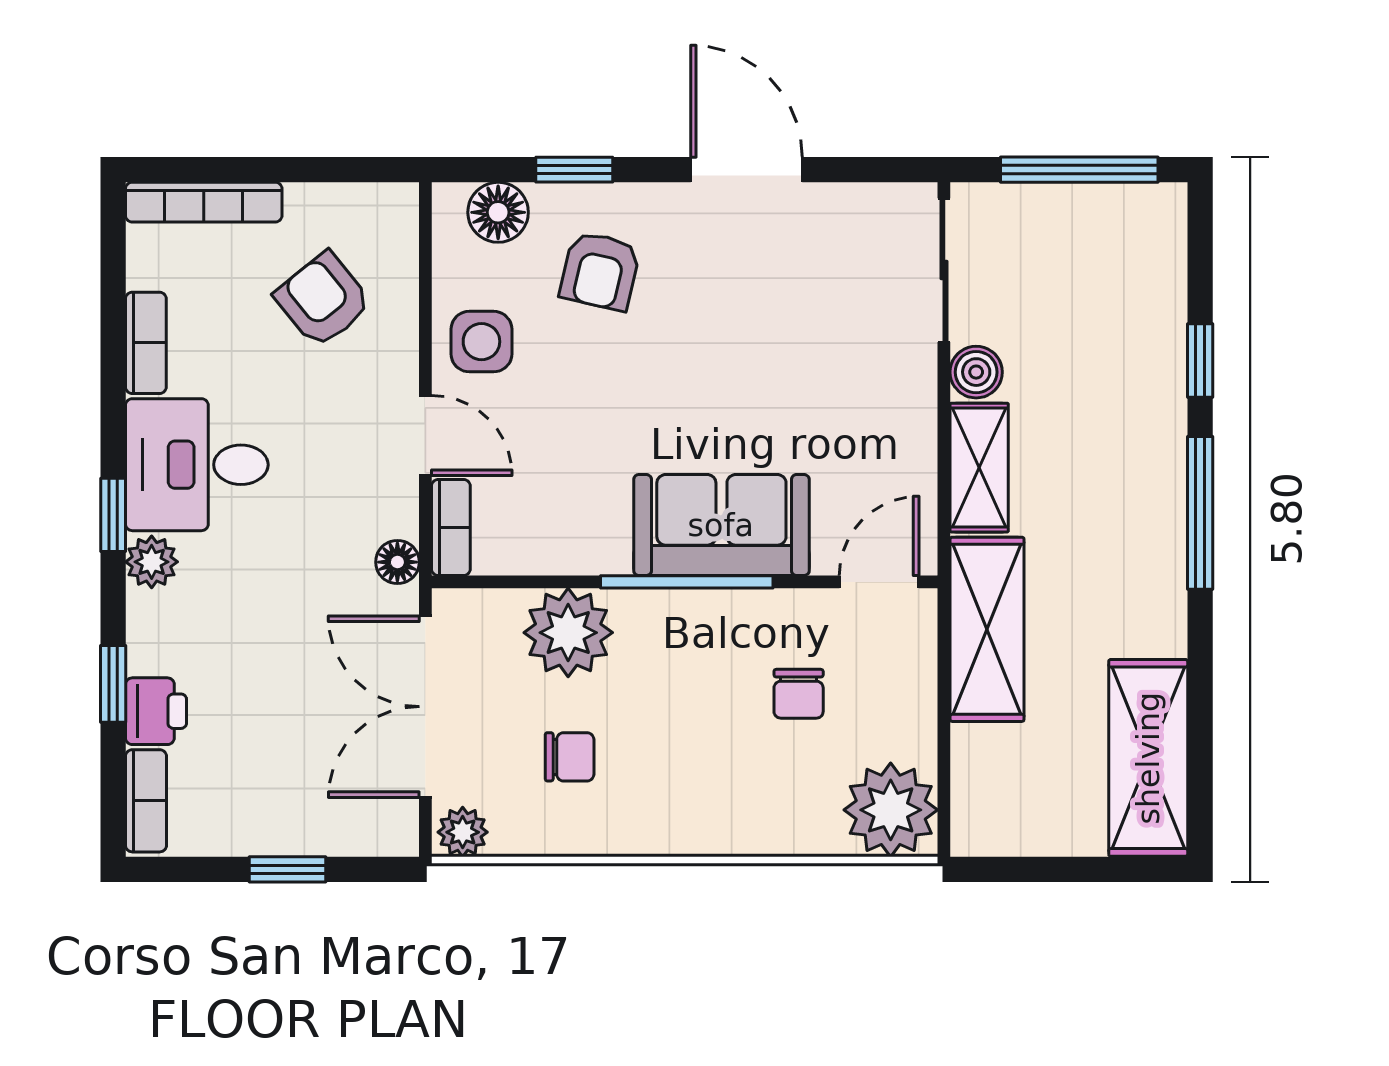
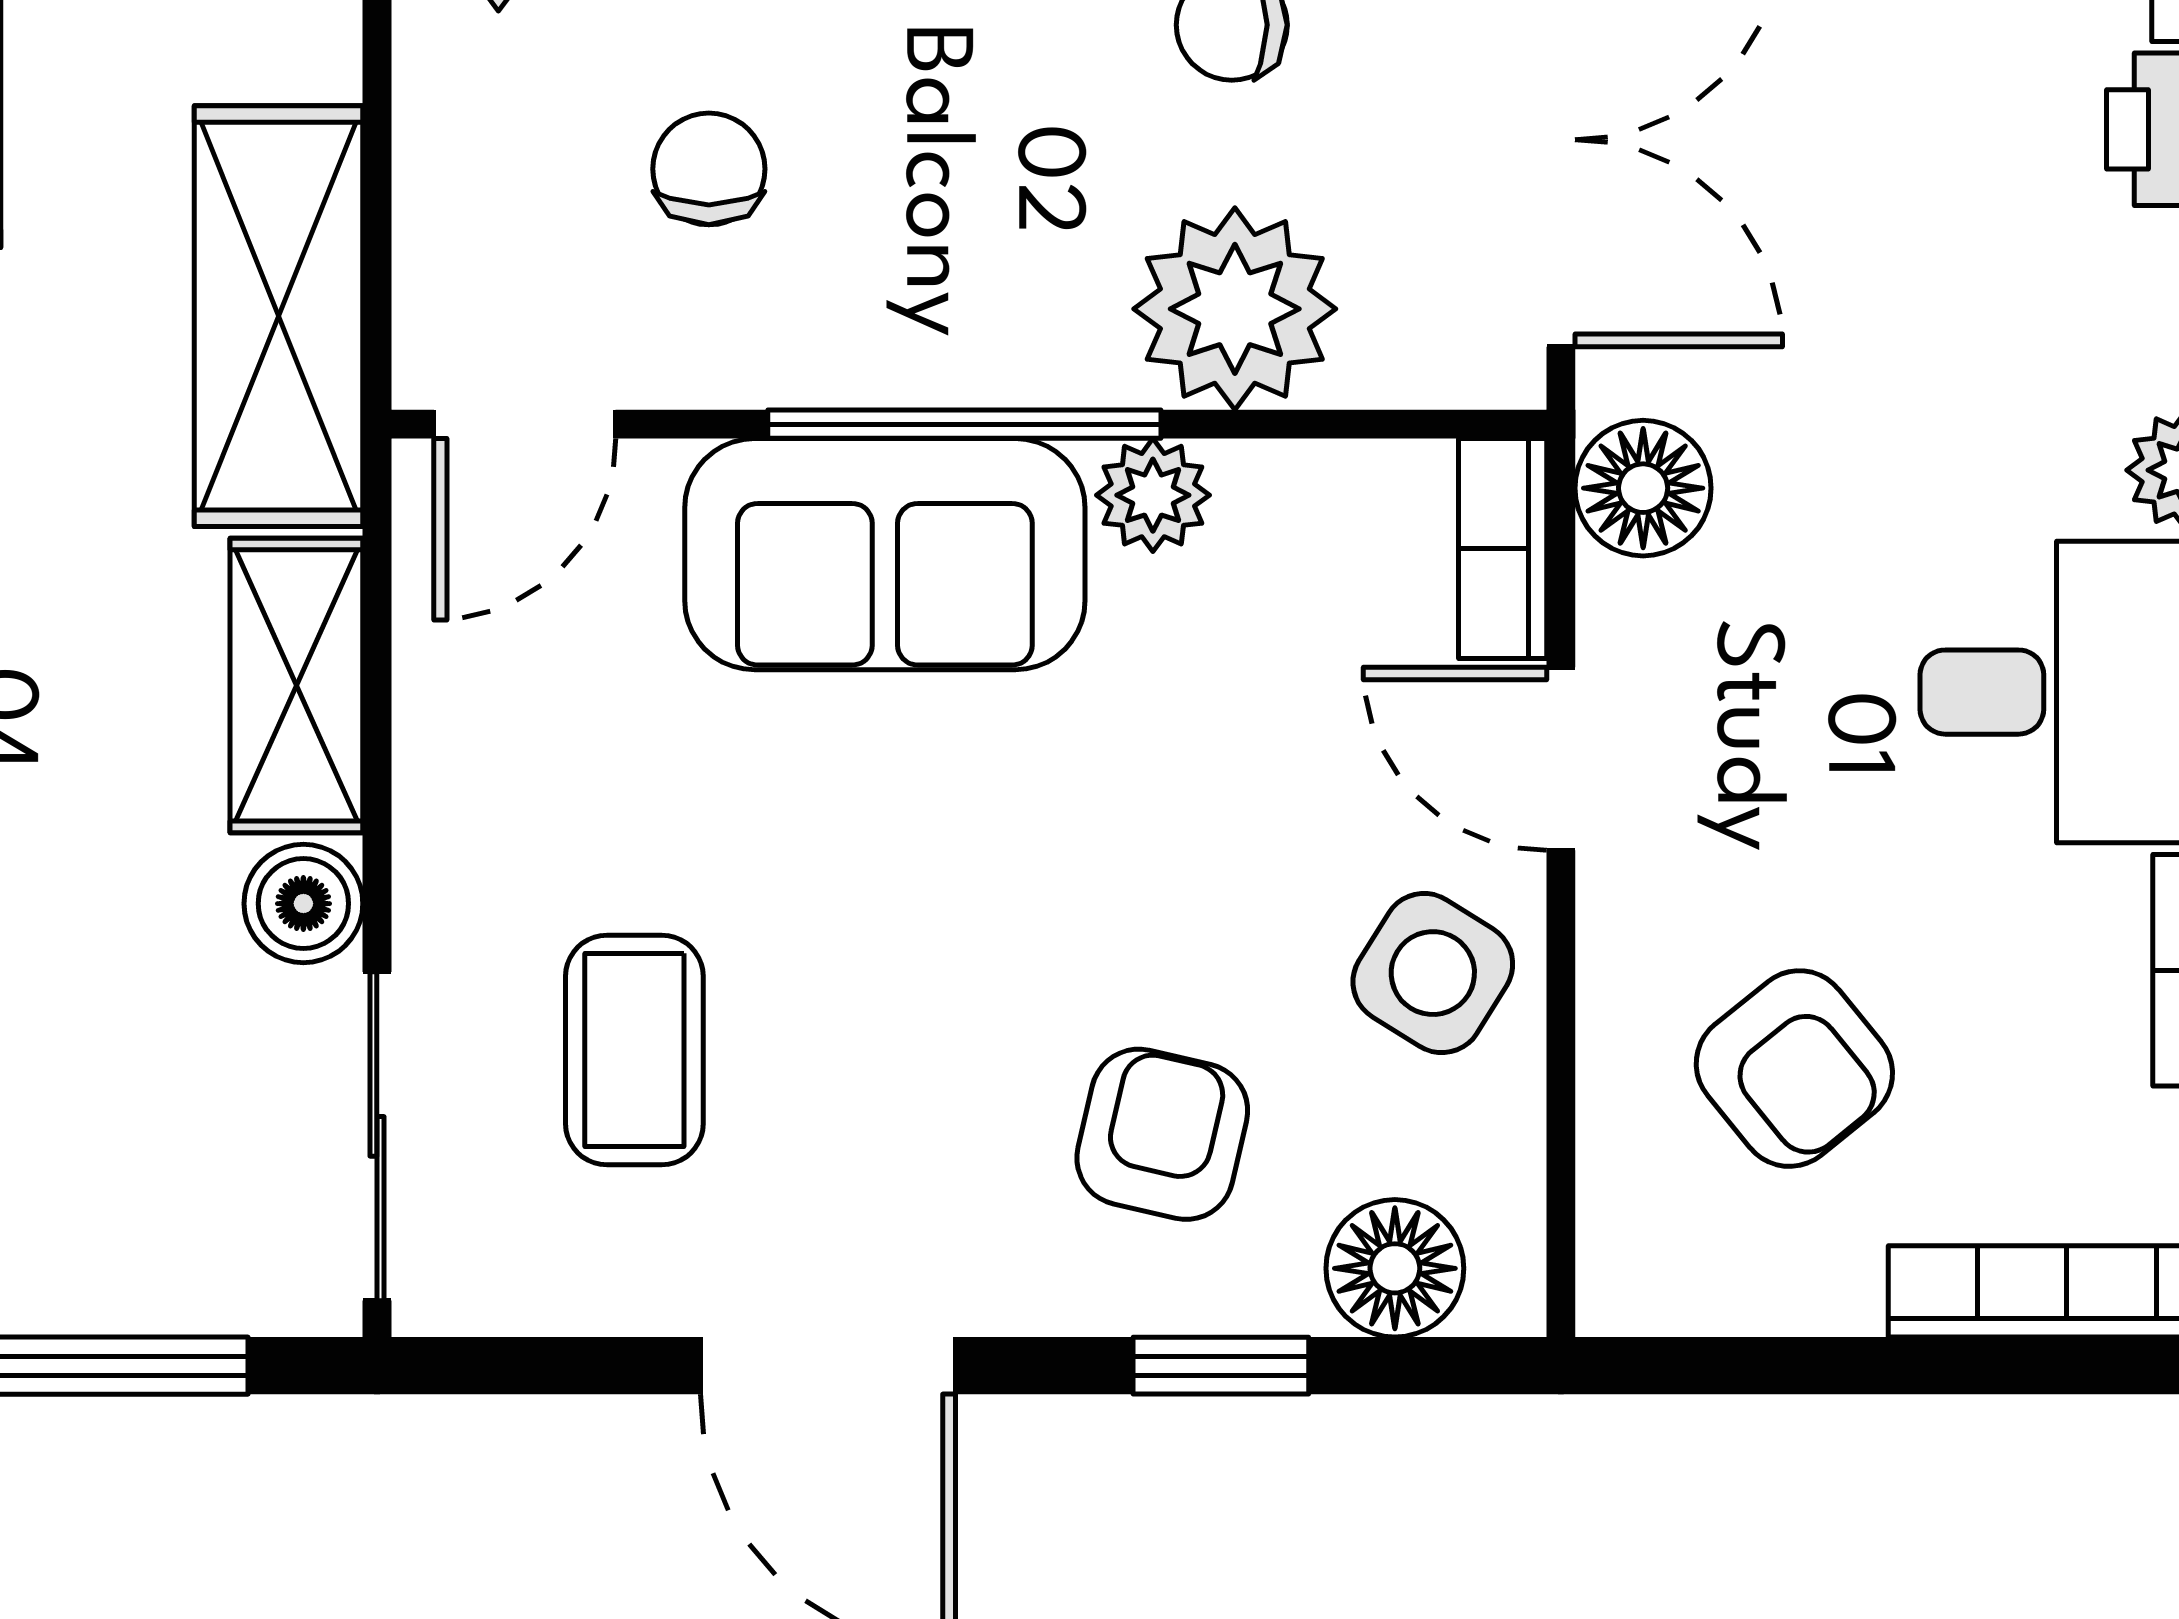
coffee table: (831, 308) -> (634, 1050), added
side table: (481, 342) -> (1433, 973), turned 32
plant: (604, 551) -> (1153, 495), added
floor lamp: (397, 562) -> (1643, 488), width x1.37, depth x1.37

